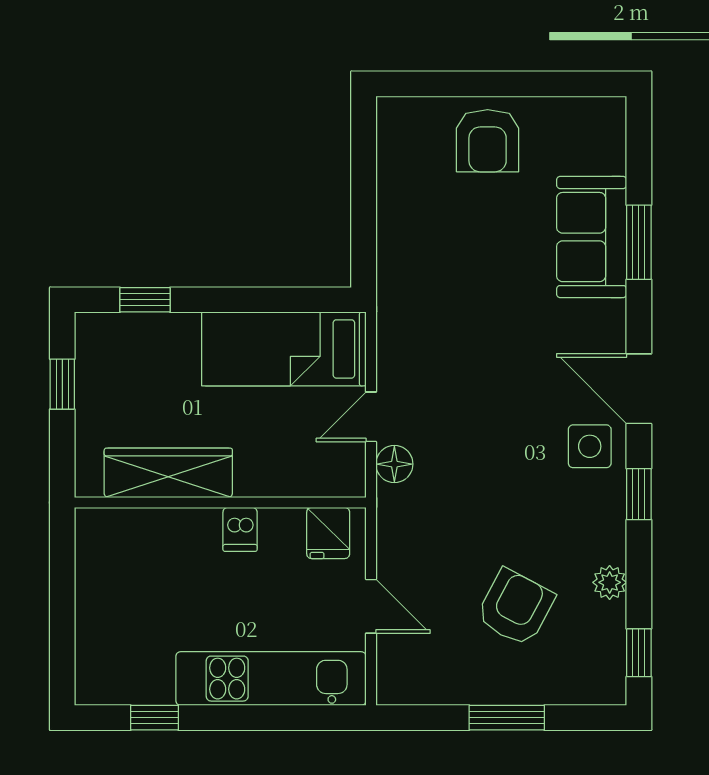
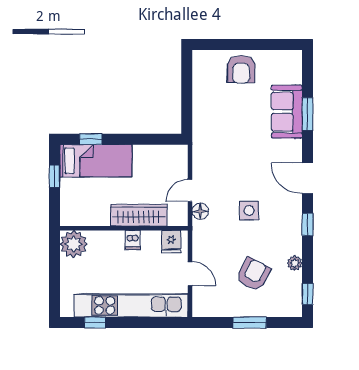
bed: (284, 349) -> (96, 161), moved, turned 180
side table: (590, 446) -> (249, 211), moved
wardrobe: (168, 473) -> (139, 215), moved
plant: (106, 539) -> (74, 244), added
kitchen unit: (271, 679) -> (131, 305), width x1.36

